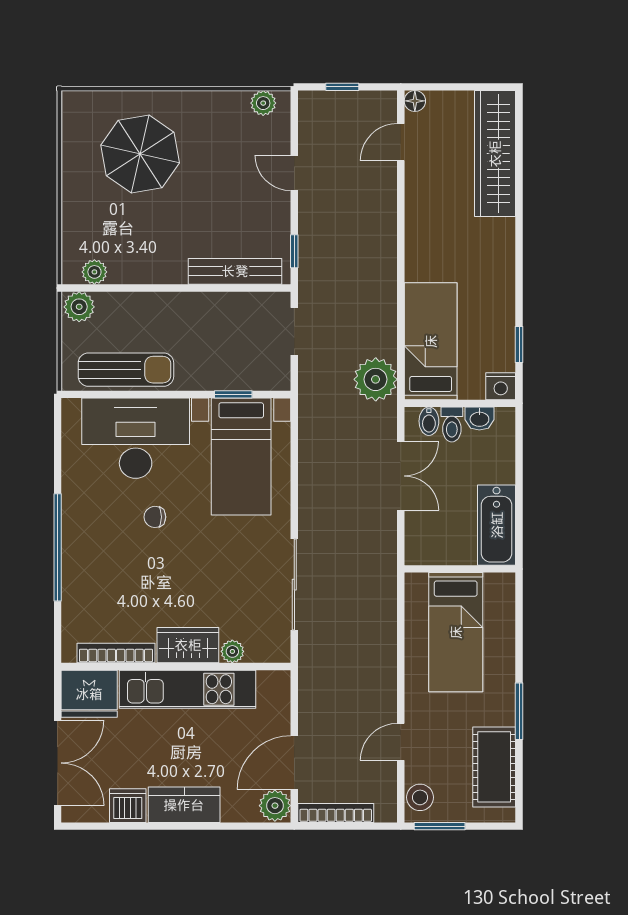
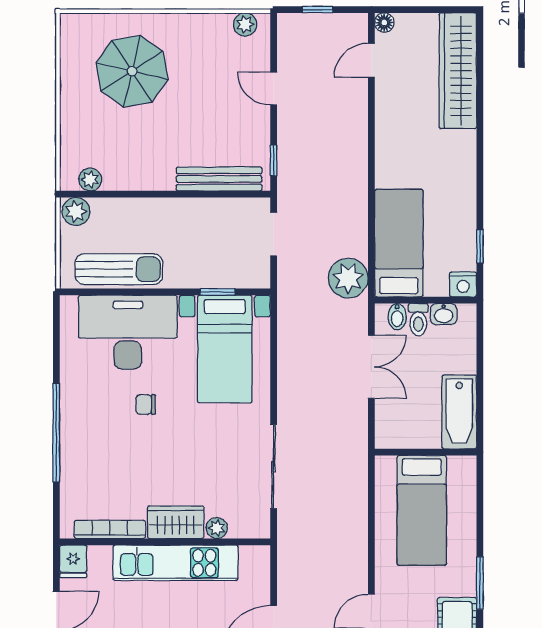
fridge: (89, 694) -> (73, 561), width x0.53, depth x0.75

